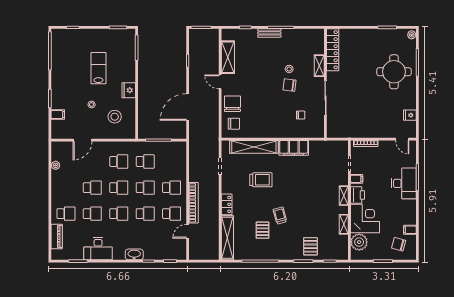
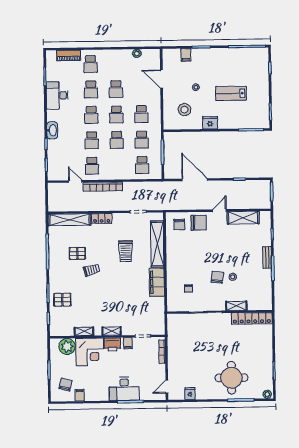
lab bench: (98, 68) -> (231, 93), turned 180
school desk: (172, 188) -> (142, 165), moved

